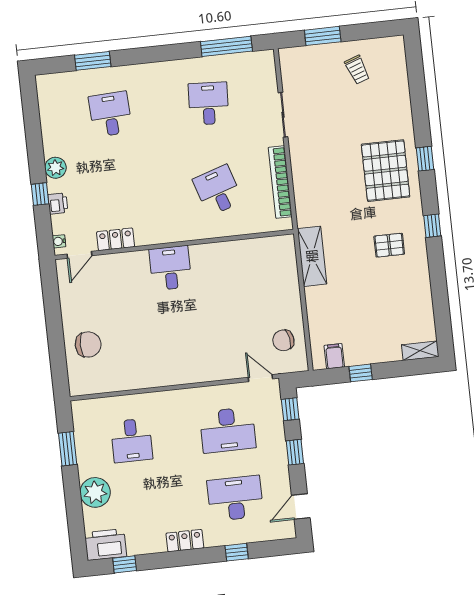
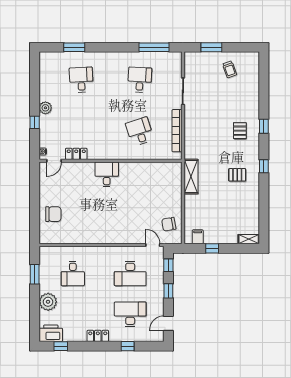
pallet: (386, 171) -> (240, 131), width x0.49, depth x0.50
printer: (58, 204) -> (45, 129), removed

